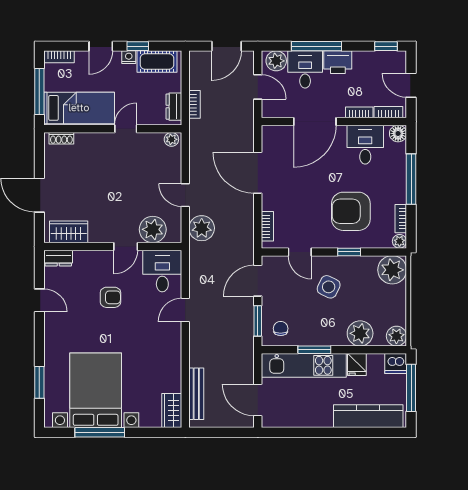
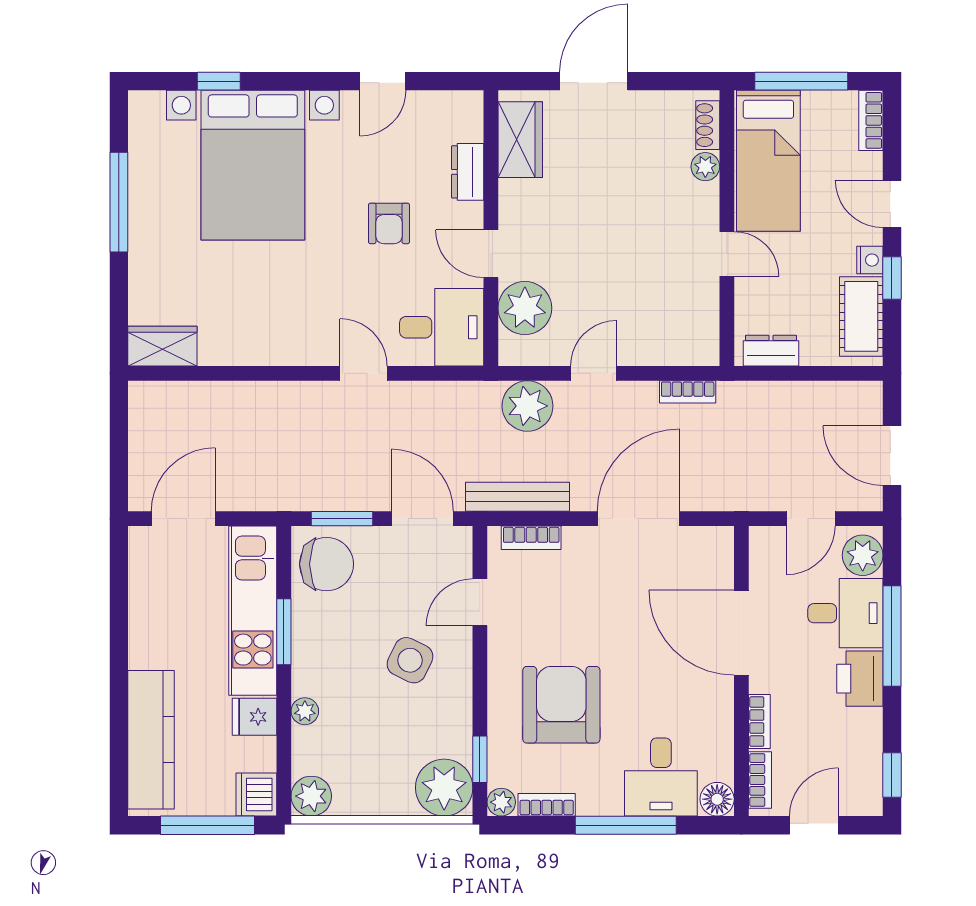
bookcase: (195, 104) -> (688, 392), moved
plant: (171, 139) -> (705, 167), moved
desk: (365, 145) -> (661, 777), moved, turned 90
window: (349, 252) -> (480, 759), moved
dresser: (58, 258) -> (468, 172), moved
chair: (281, 329) -> (327, 564), width x1.87, depth x1.87
plant: (360, 333) -> (305, 711), width x0.53, depth x0.53
window: (39, 382) -> (219, 81), width x0.67
bed with nightstands: (96, 390) -> (253, 165), moved, turned 90
bench: (196, 394) -> (517, 497), moved

